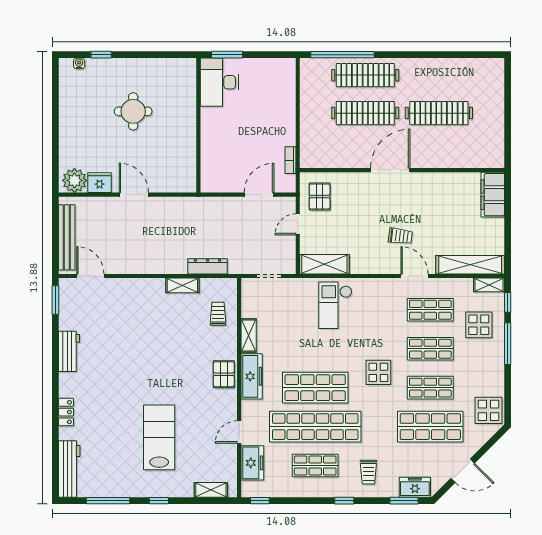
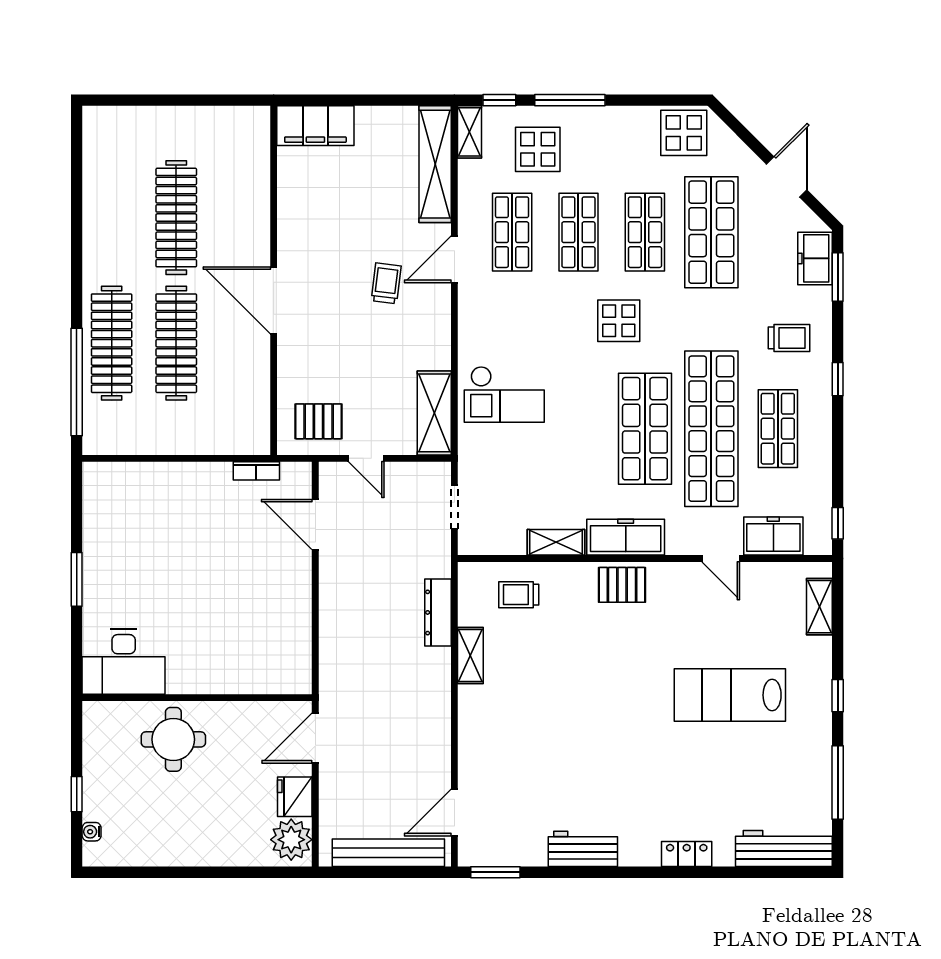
desk: (219, 82) -> (124, 662), moved
wall: (198, 125) -> (197, 698), moved

